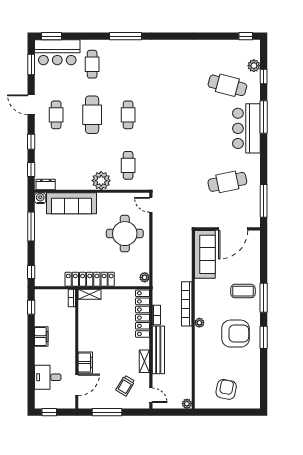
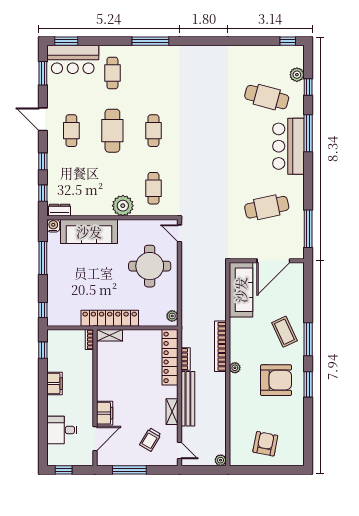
coffee table: (243, 291) -> (284, 332), turned 65

